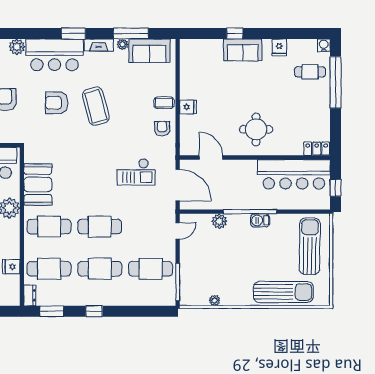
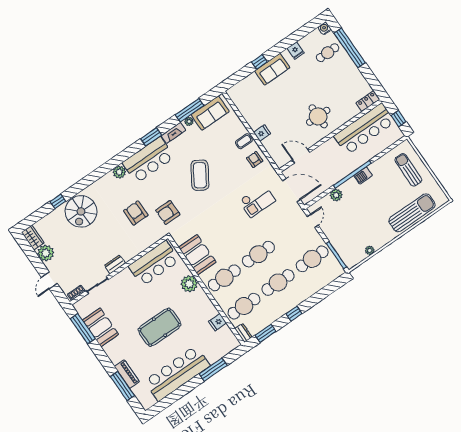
armchair: (57, 103) -> (168, 212), moved
coffee table: (96, 106) -> (200, 175), turned 47
sun lounger: (310, 246) -> (408, 170), width x0.73, depth x0.75

